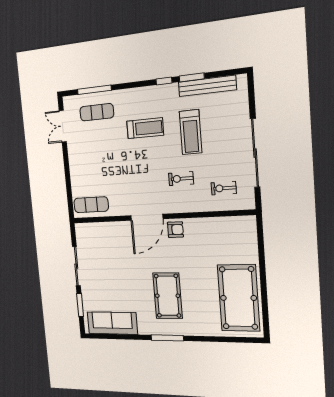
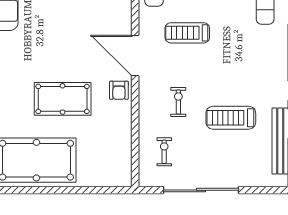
treadmill: (145, 128) -> (187, 33), moved, turned 90
pool table: (168, 296) -> (63, 99), moved

